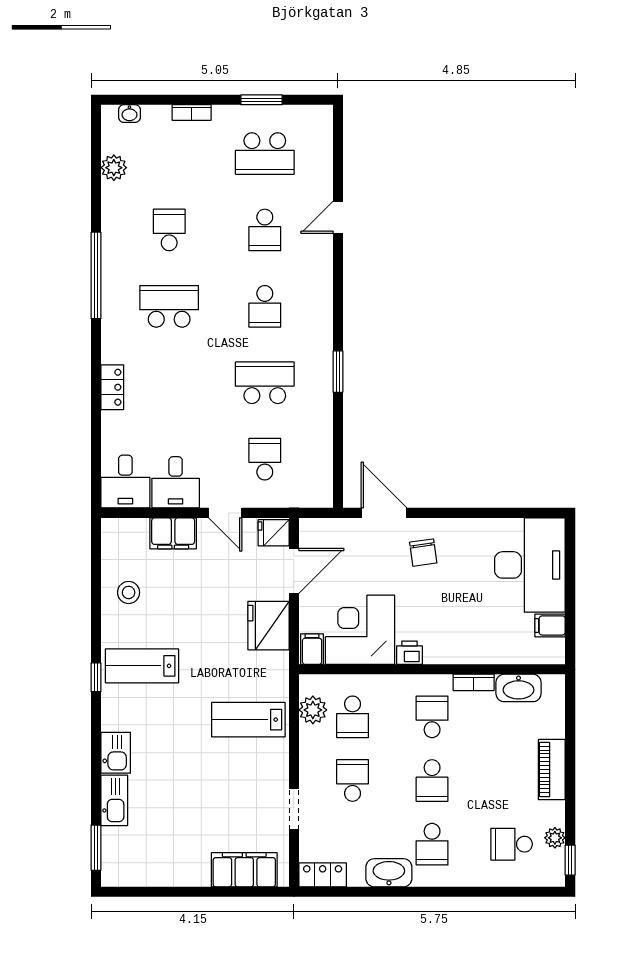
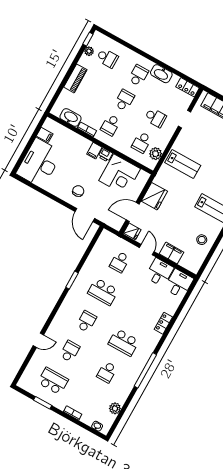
filing cabinet: (312, 649) -> (94, 151), moved
school desk: (353, 717) -> (142, 142), turned 180
school desk: (353, 780) -> (155, 118), turned -90

